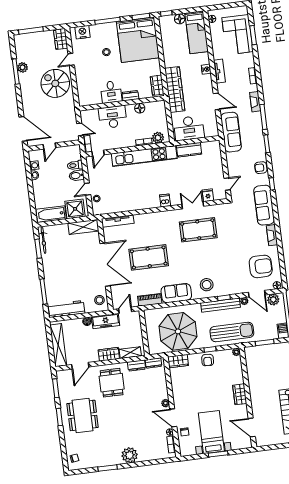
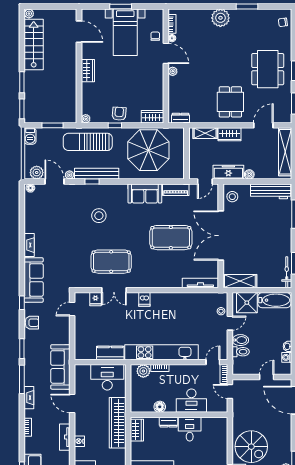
armchair: (261, 266) -> (46, 212), removed
stool: (207, 285) -> (99, 216), moved
dresser: (136, 365) -> (200, 118), removed

